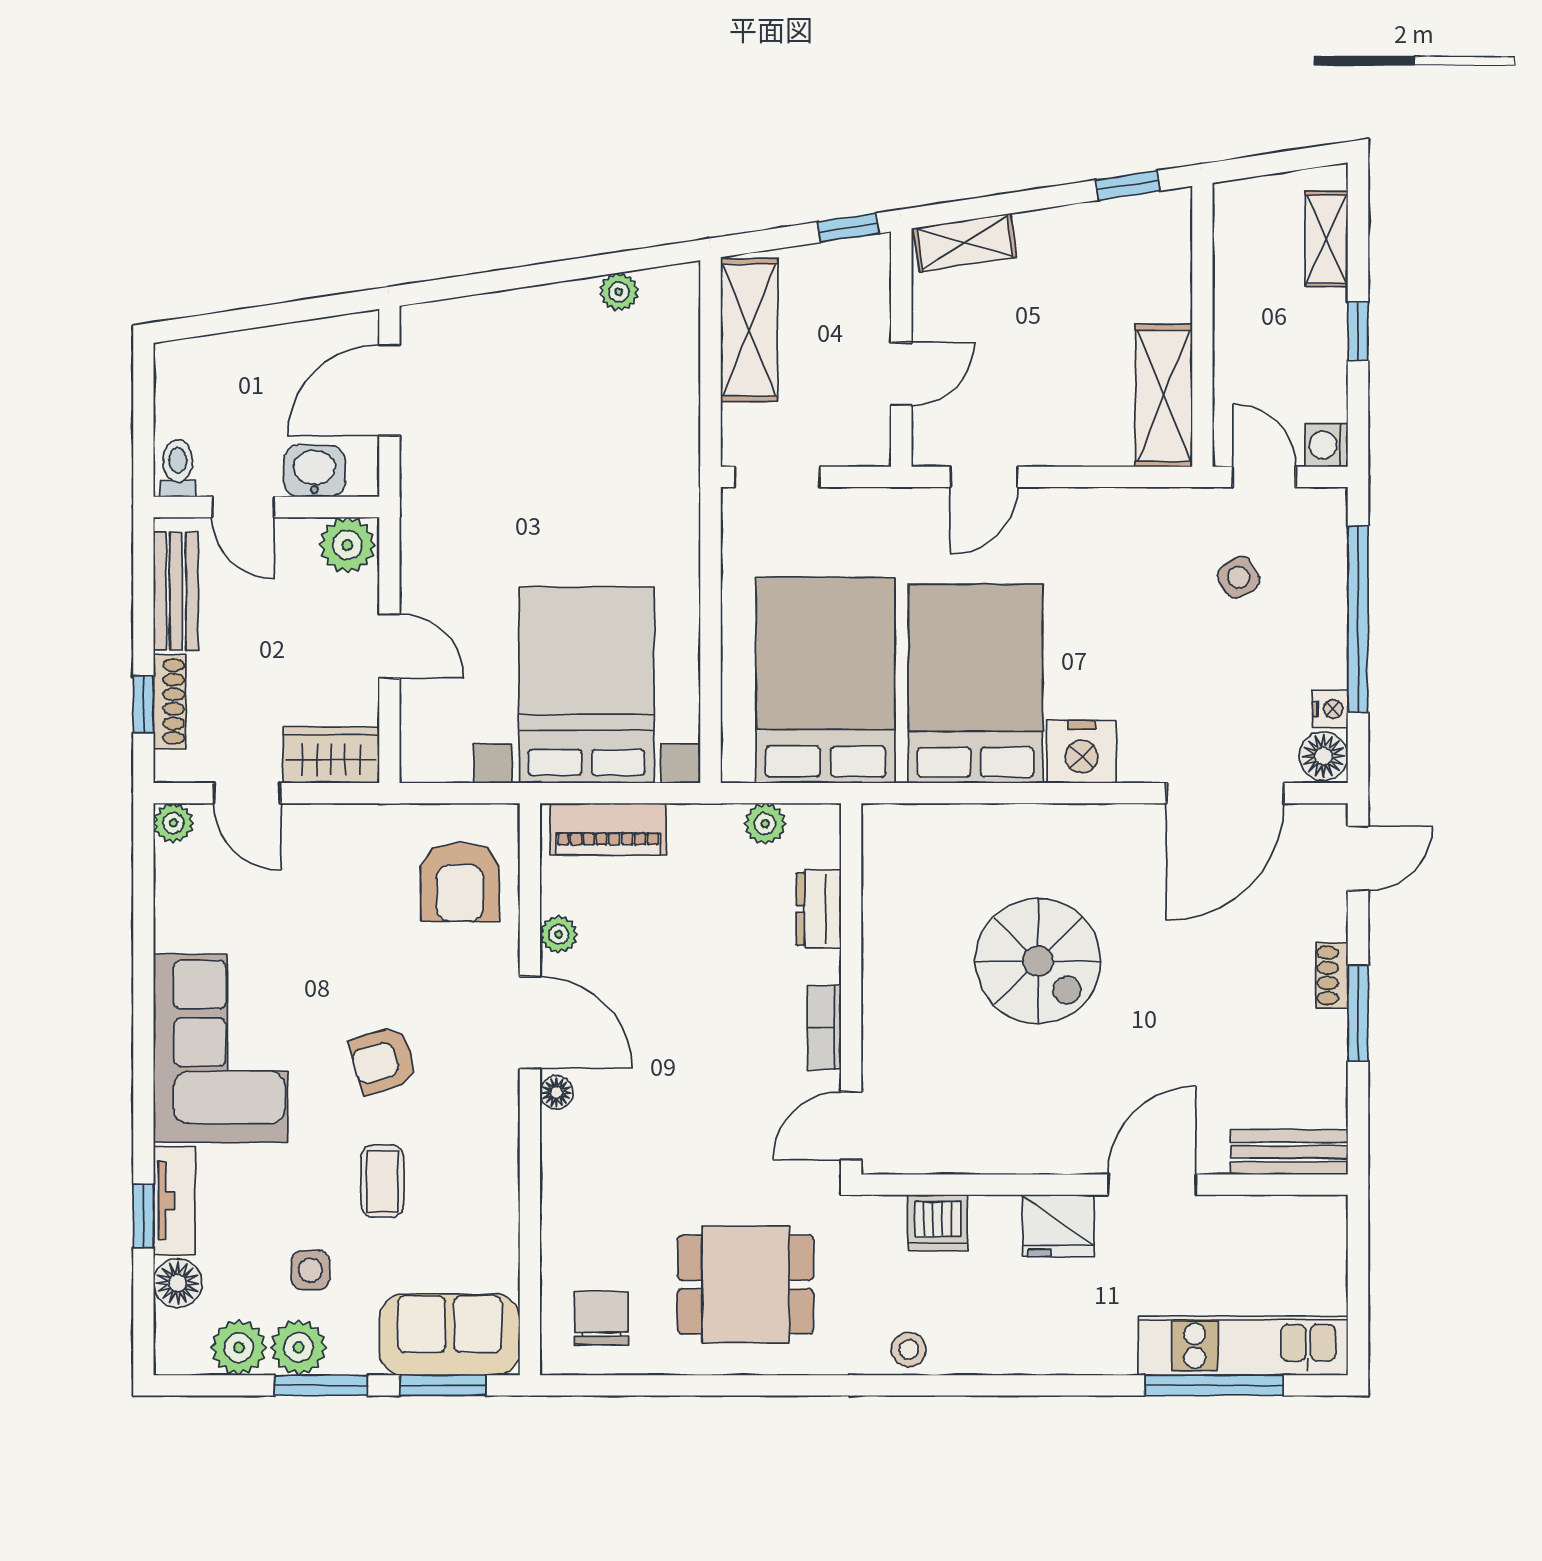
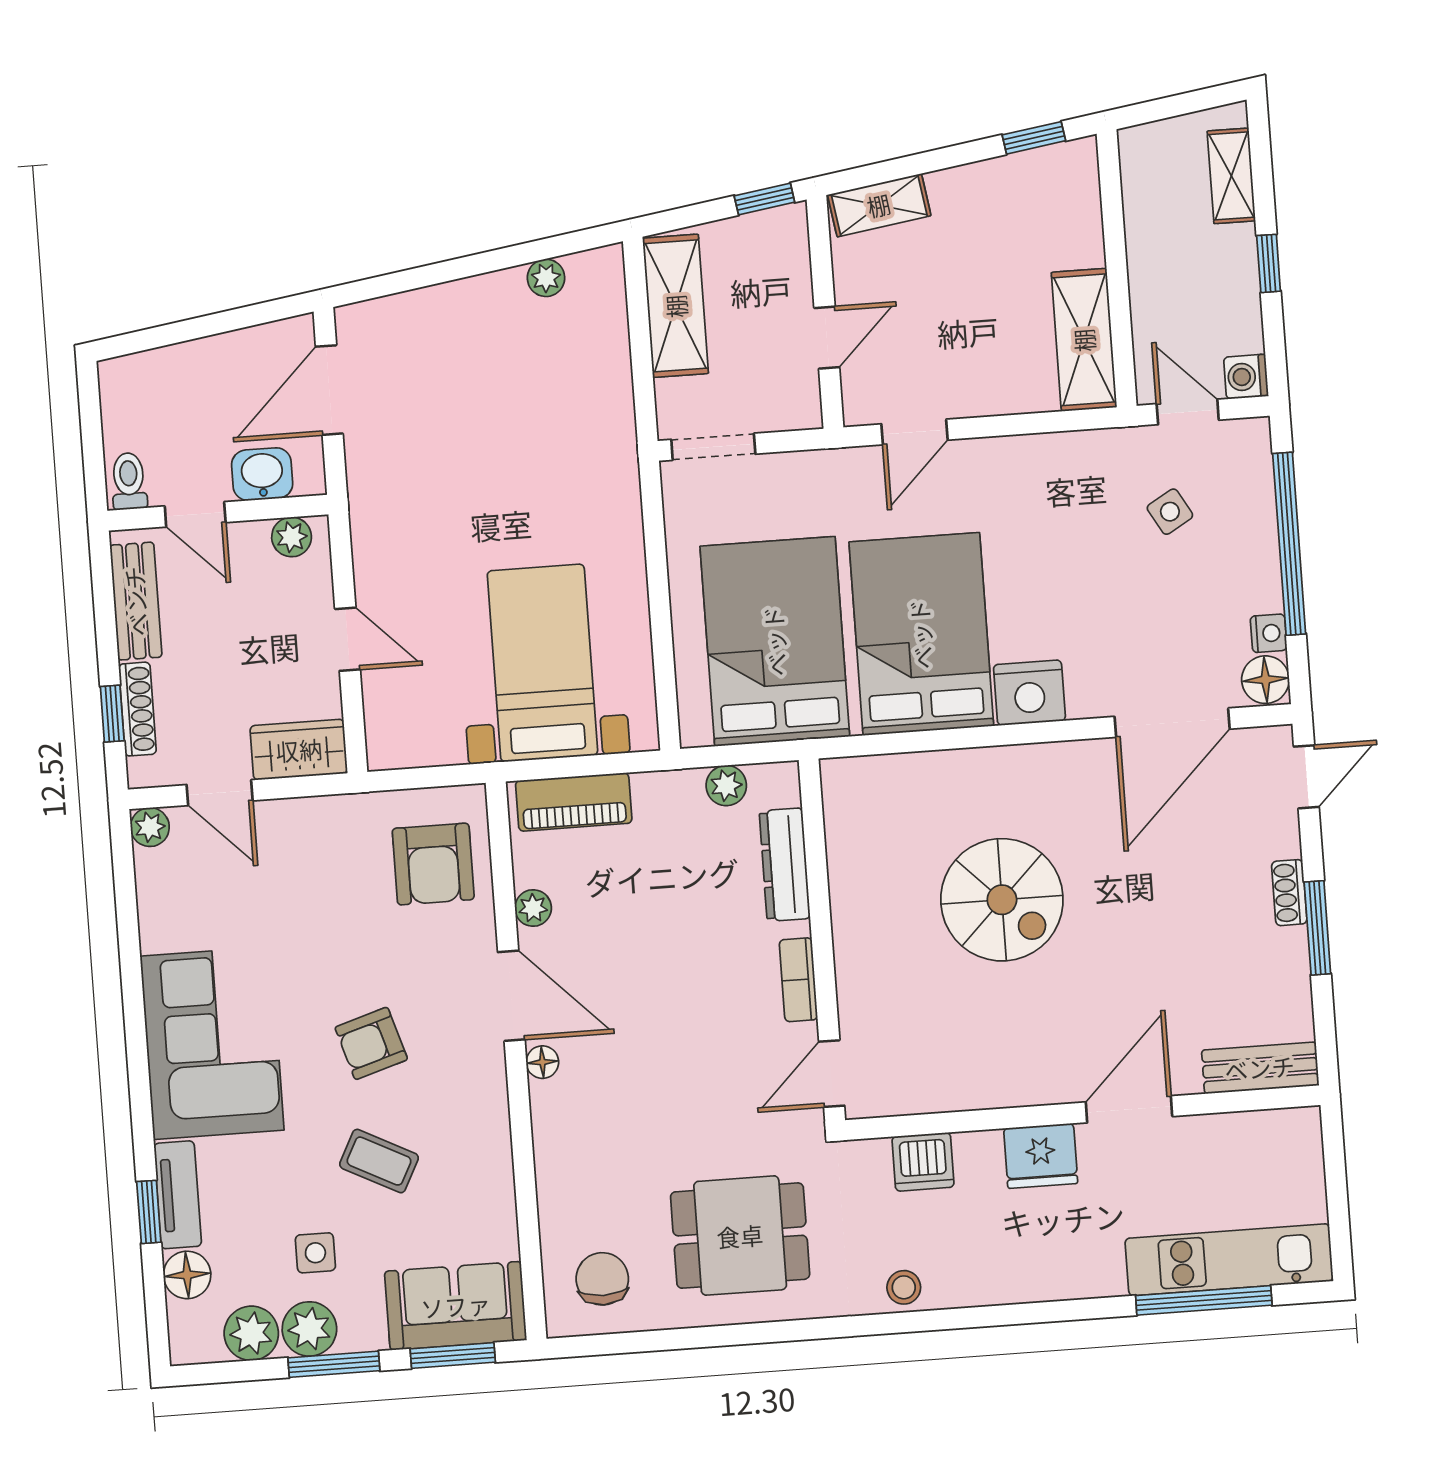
plant: (347, 545) -> (292, 537), width x0.73, depth x0.73
bed with nightstands: (587, 685) -> (542, 663), width x0.73
dresser: (819, 909) -> (785, 865), width x1.44
coffee table: (382, 1181) -> (379, 1161), turned -63

